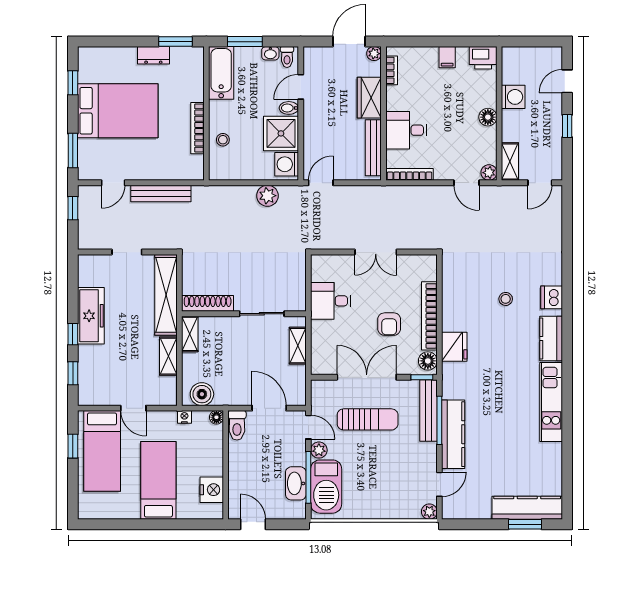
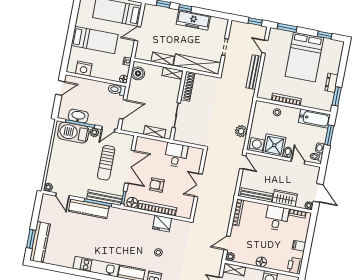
desk: (406, 130) -> (277, 218), moved
fridge: (454, 347) -> (162, 224), moved

